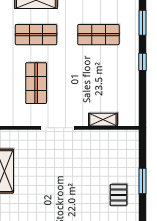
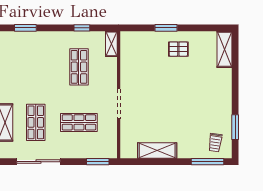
shop shelf: (98, 35) -> (79, 67), moved
window: (143, 62) -> (82, 28), moved
shelving: (103, 120) -> (111, 44), moved

